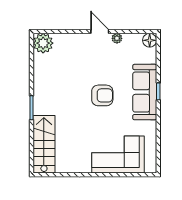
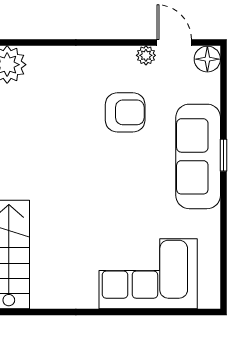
door: (100, 31) -> (174, 43), moved
armchair: (102, 95) -> (125, 112), moved

